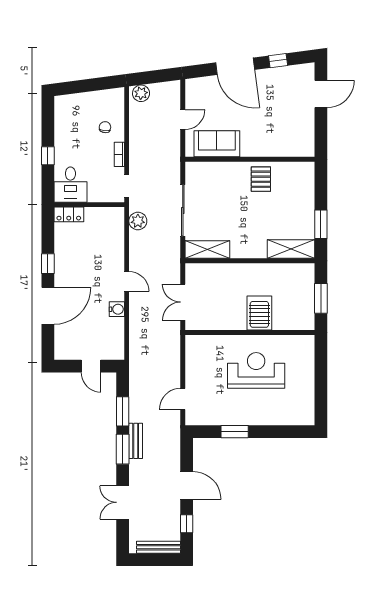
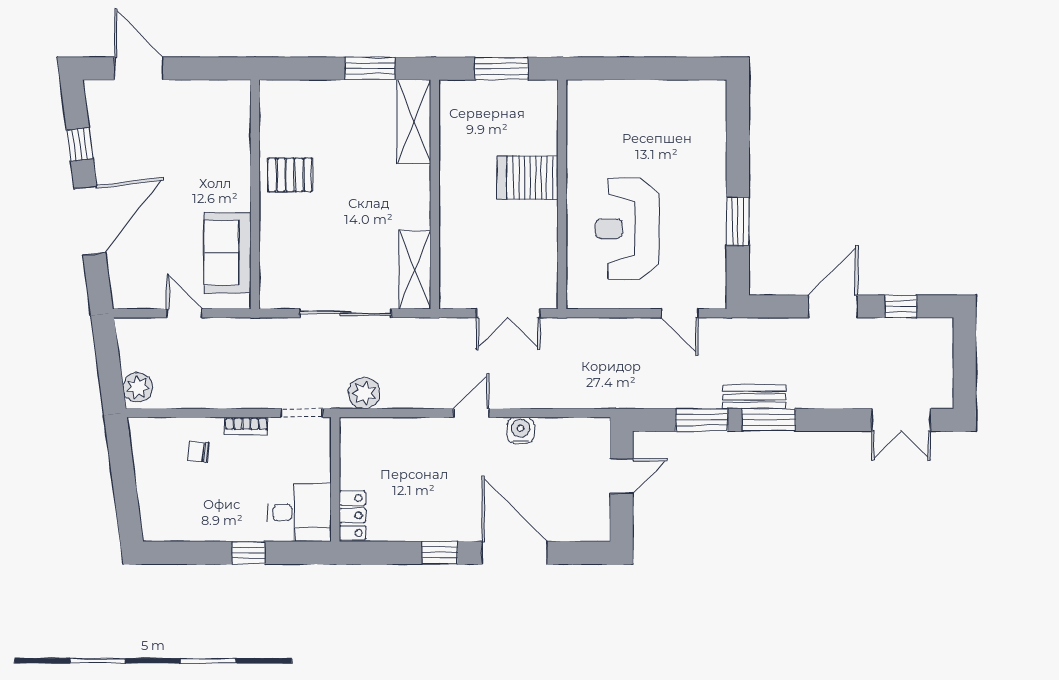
reception desk: (256, 370) -> (627, 229), moved
double door: (123, 502) -> (901, 420), moved
bench: (159, 547) -> (943, 356), removed

